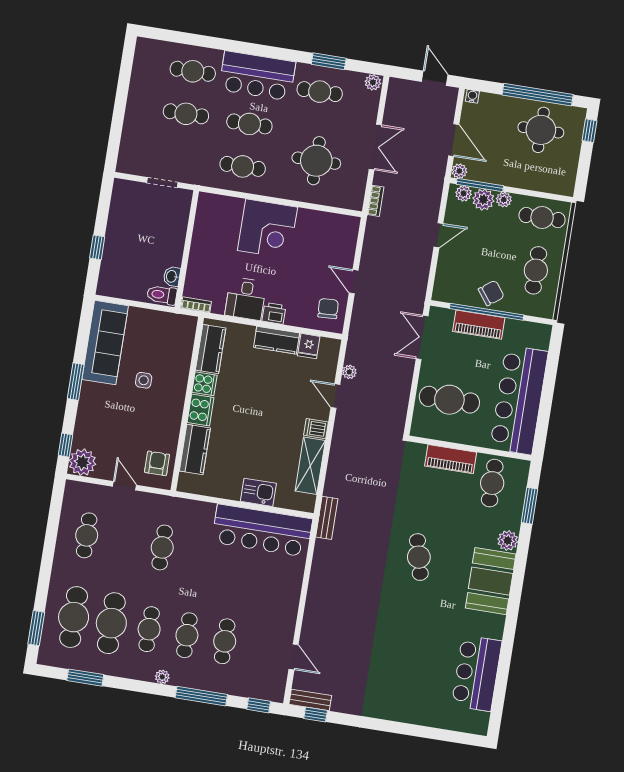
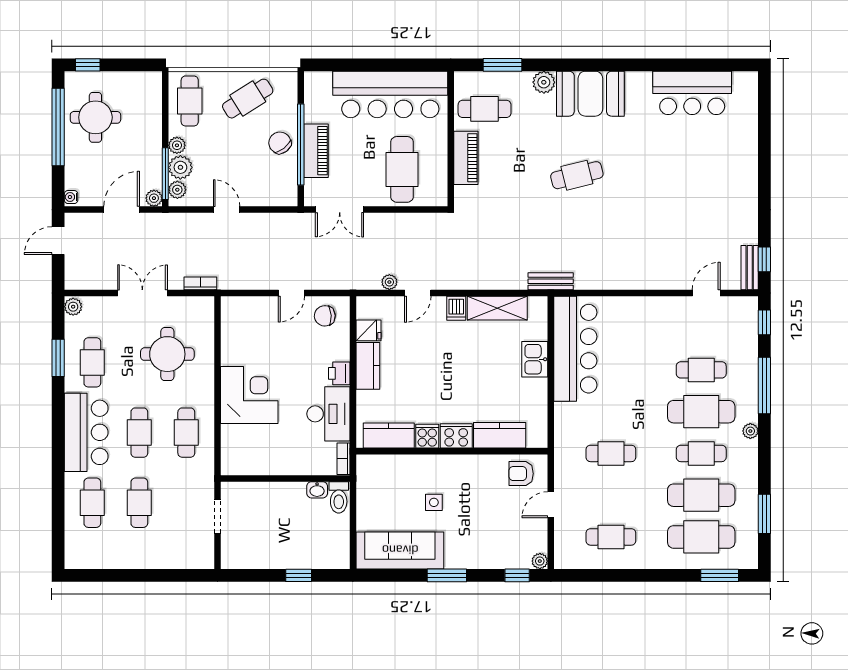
cafe table: (536, 270) -> (248, 99), turned -32
desk: (246, 299) -> (328, 414), width x1.37
plant: (82, 462) -> (540, 561), width x0.53, depth x0.53
cafe table: (187, 635) -> (701, 412), width x1.37, depth x1.35

